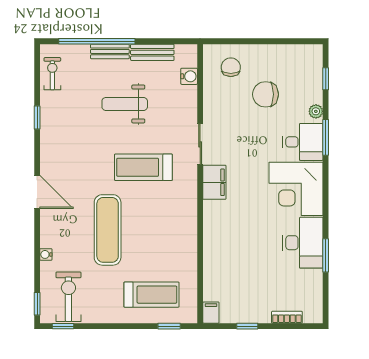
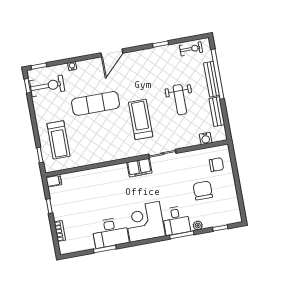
bench: (110, 51) -> (212, 79), width x1.36
weight bench: (125, 104) -> (180, 100), turned 180

